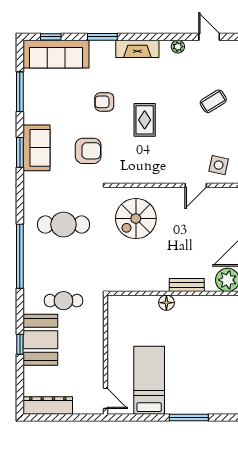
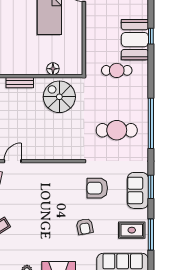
armchair: (104, 102) -> (85, 227), turned 79
rug: (145, 120) -> (132, 230), moved, turned 90
spiral stairs: (136, 219) -> (59, 97), moved, turned -90
window: (20, 256) -> (151, 123), moved
floor lamp: (166, 303) -> (53, 69), moved

